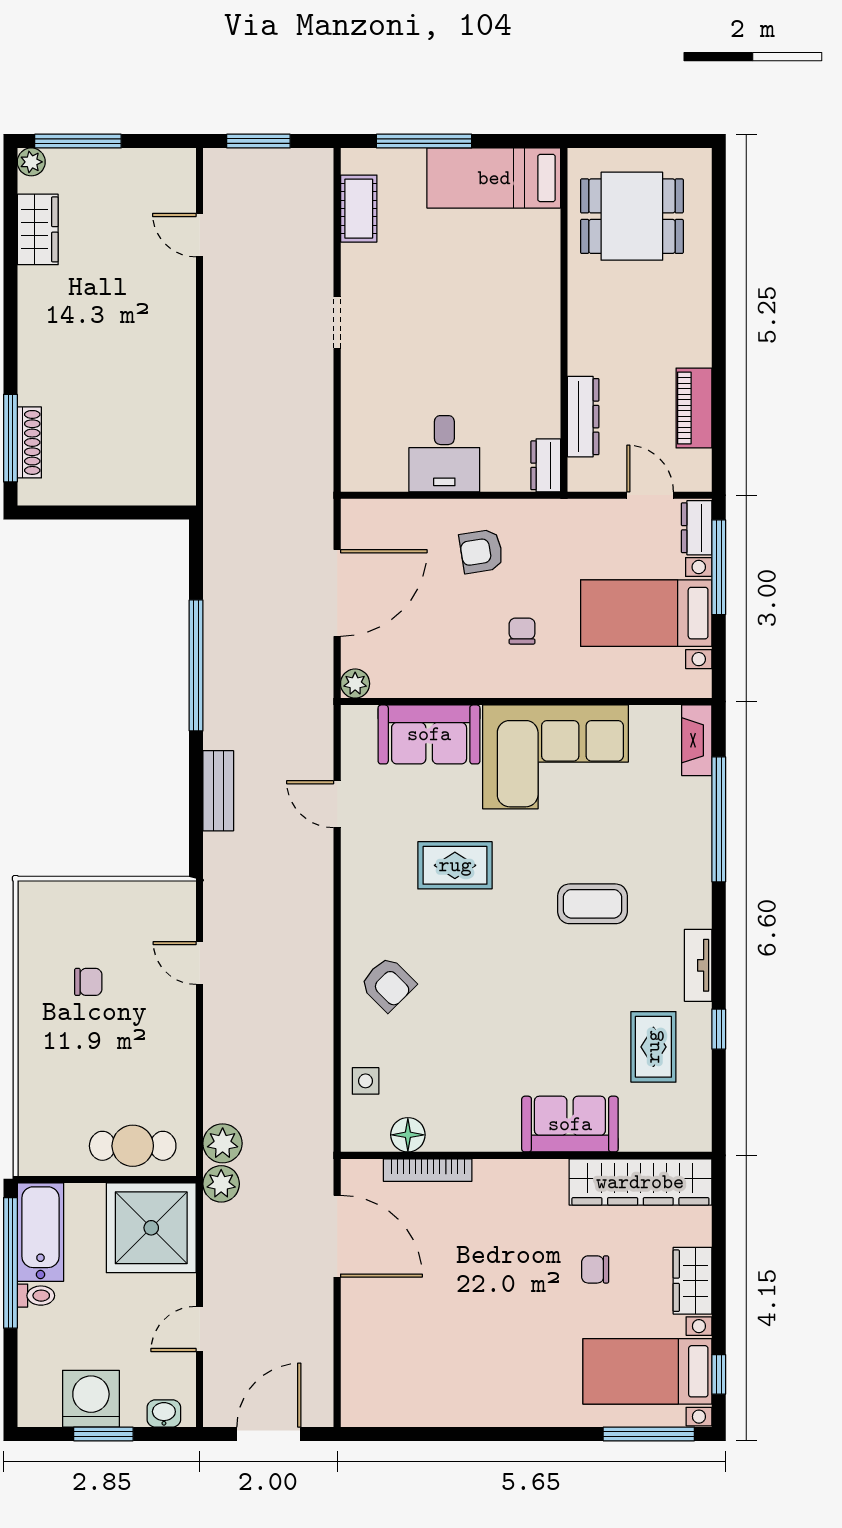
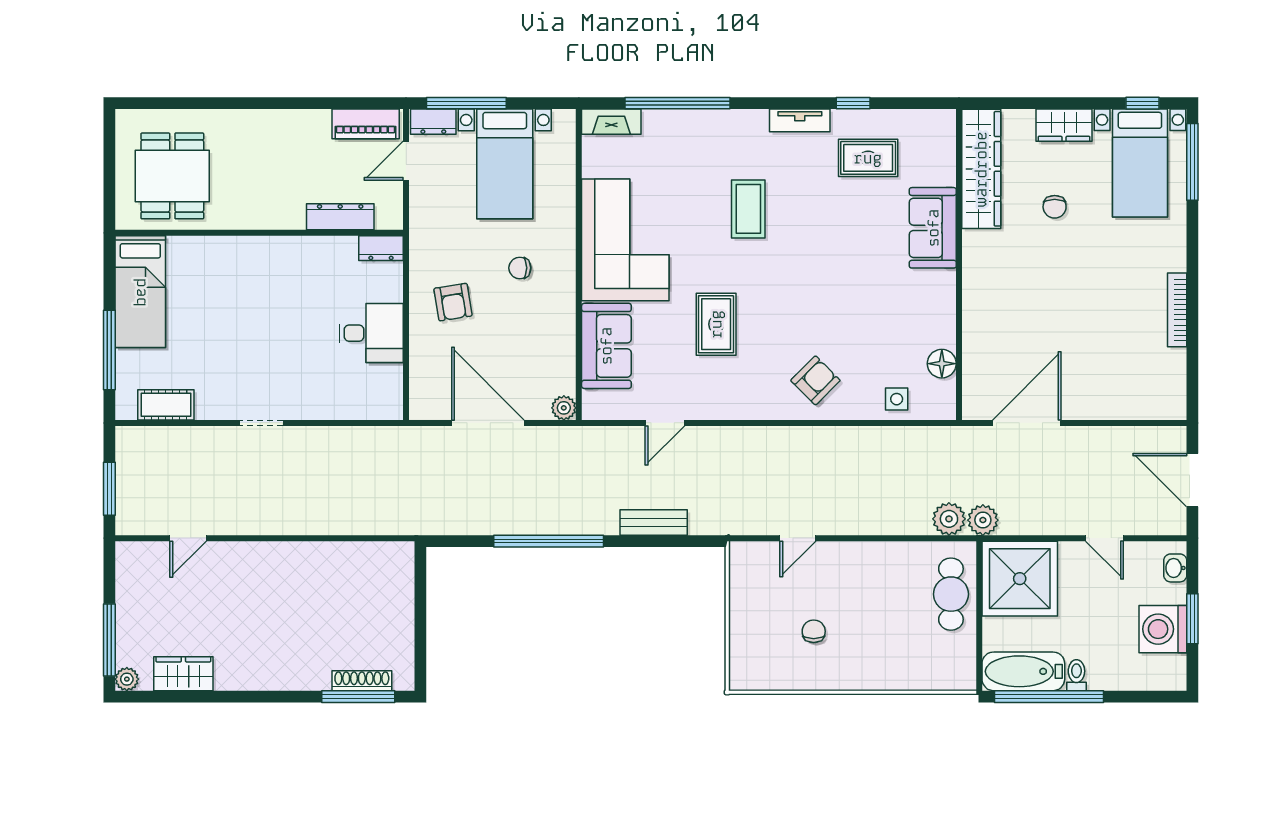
piano: (694, 408) -> (366, 124), moved
bookcase: (428, 1170) -> (1177, 310), moved, turned 180

